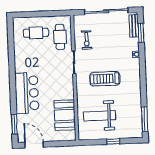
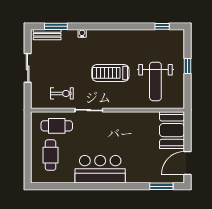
sliding door: (106, 11) -> (28, 68), width x0.54
treadmill: (105, 79) -> (110, 73), turned 90
bar counter: (27, 93) -> (100, 169), moved
booth: (65, 115) -> (172, 130), moved, turned 90
window: (145, 119) -> (162, 26), width x0.46

